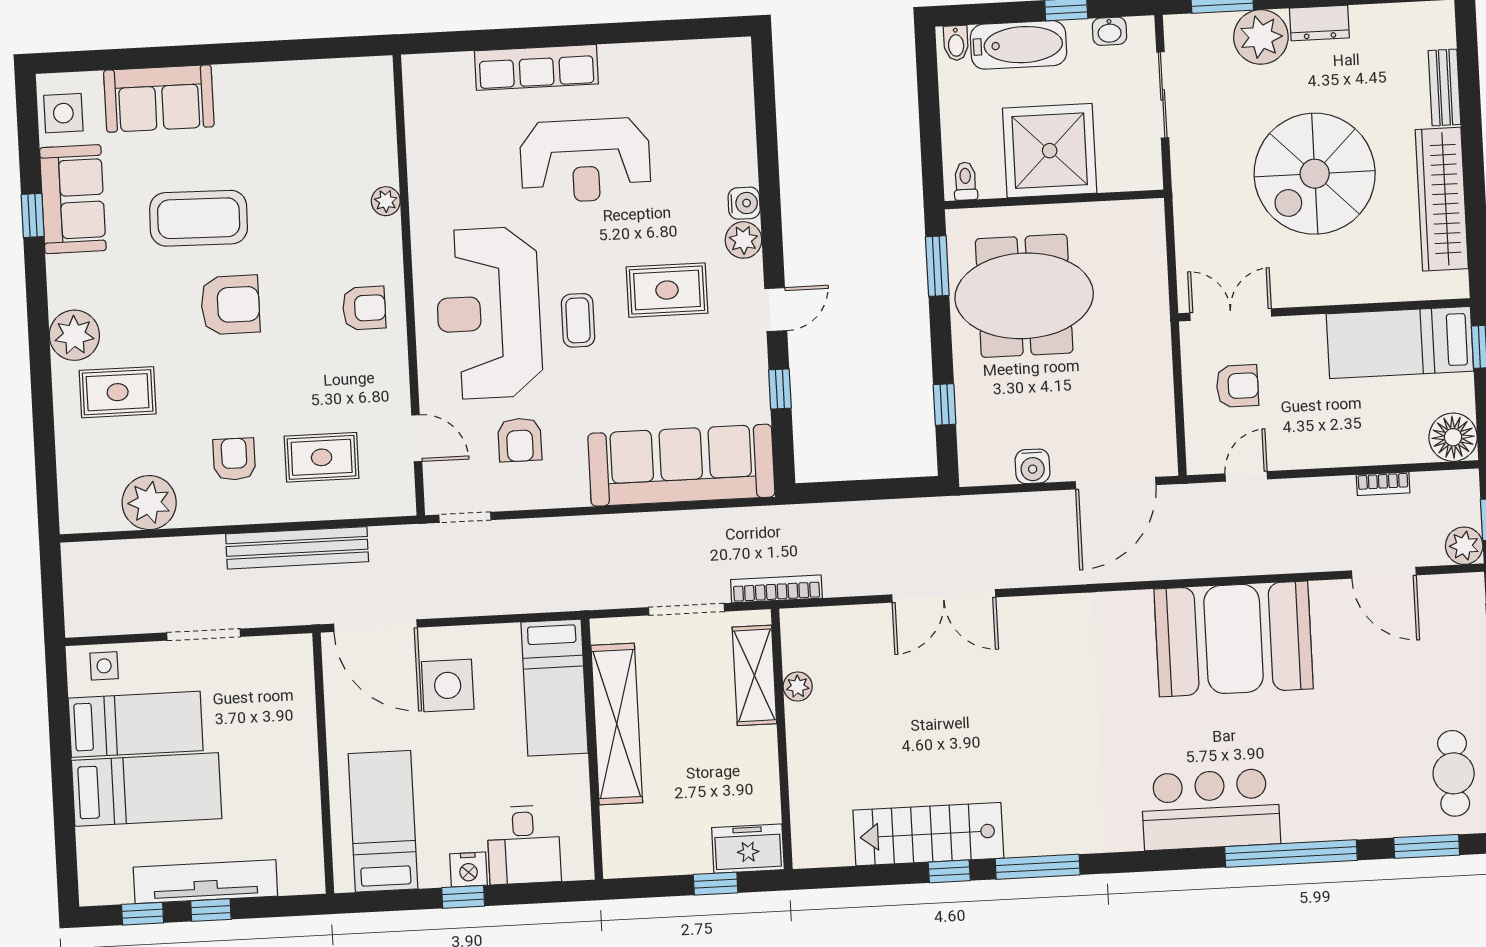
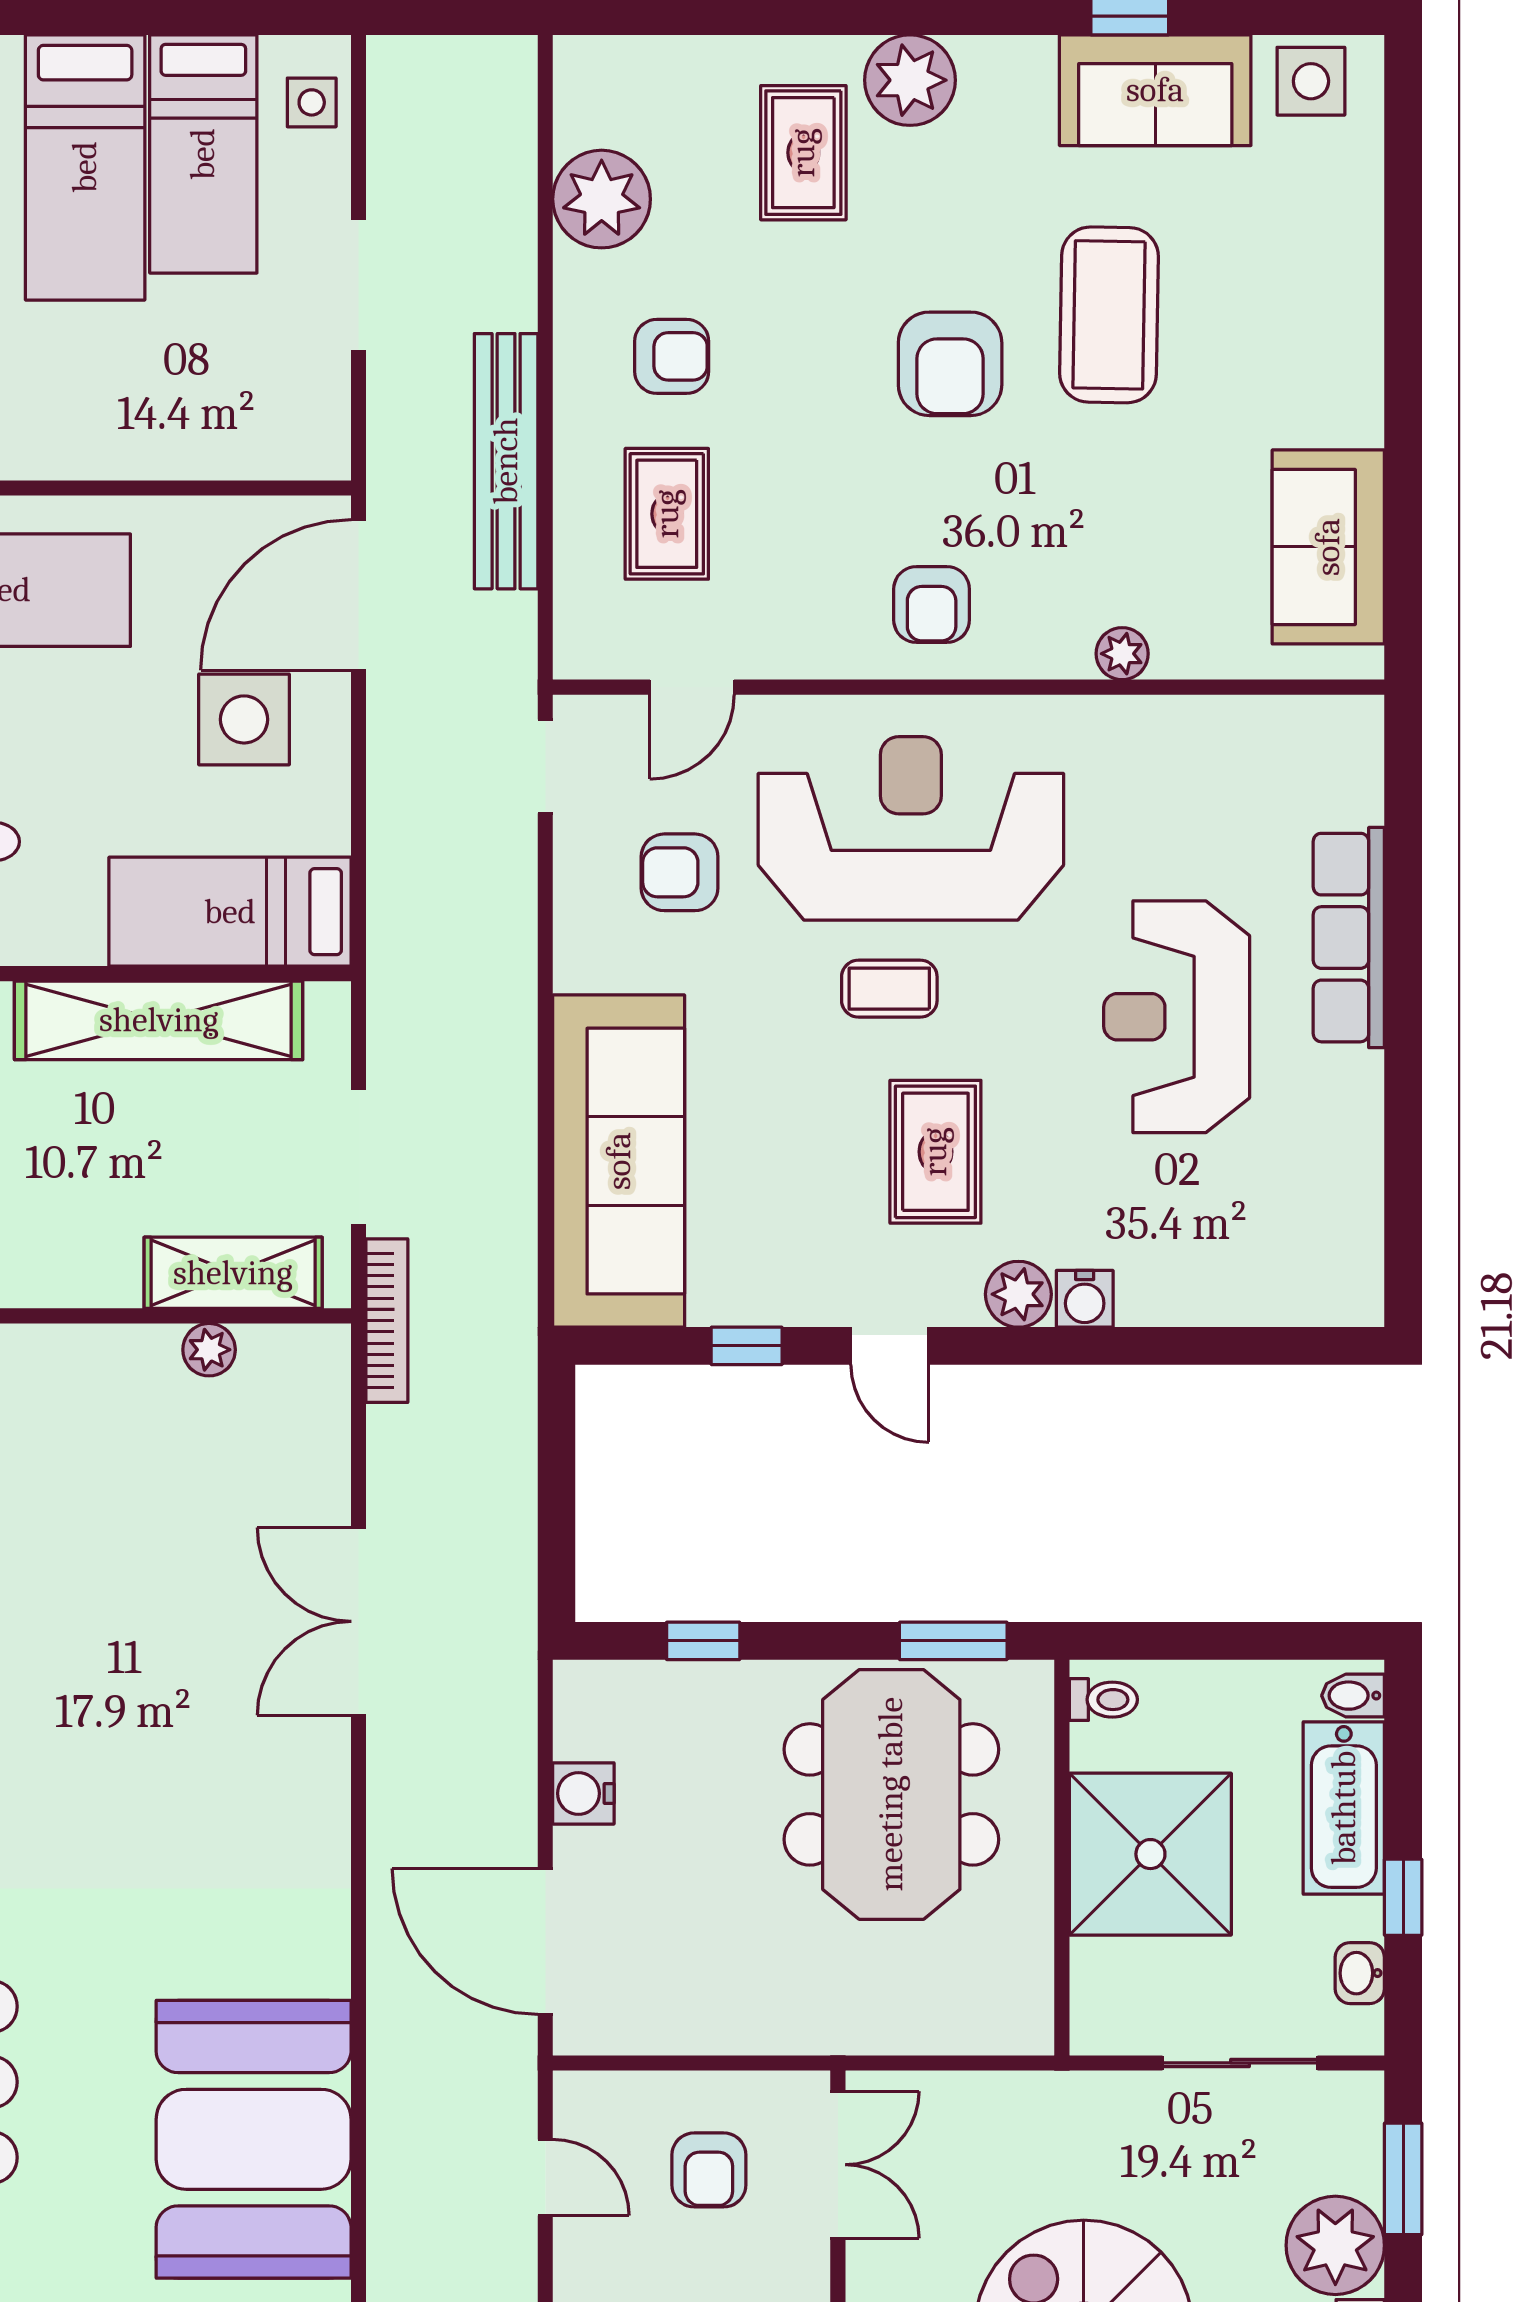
sofa: (159, 99) -> (1328, 547), moved

